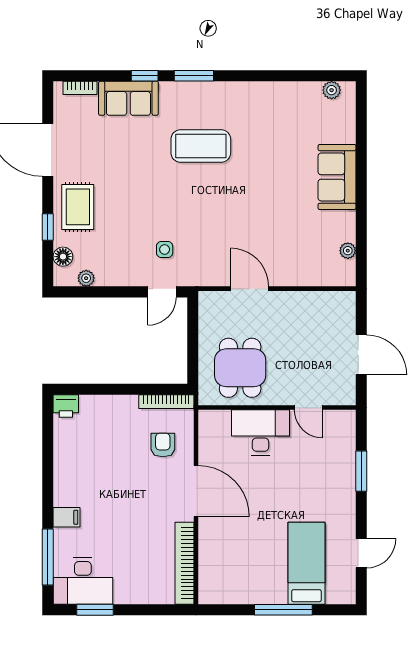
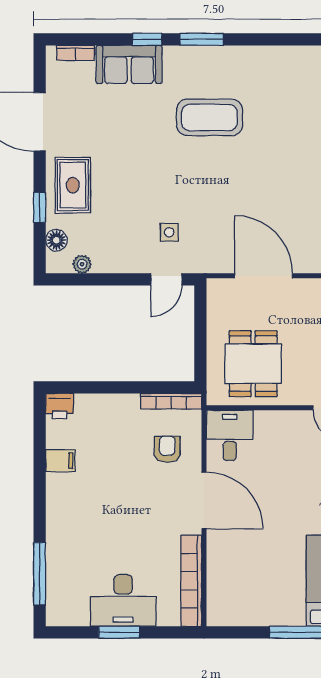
door: (249, 289) -> (263, 276), width x1.36
desk: (260, 432) -> (230, 435), moved, width x0.73
filing cabinet: (67, 517) -> (60, 461), moved
desk: (83, 581) -> (123, 600), moved
window: (95, 610) -> (119, 632), moved

